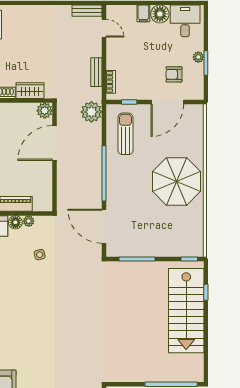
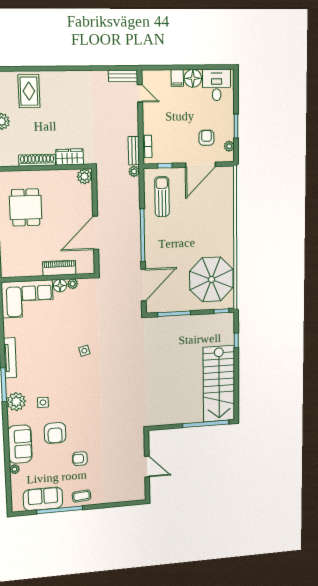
plant: (198, 57) -> (229, 146), moved
bench: (96, 72) -> (134, 151), moved
armchair: (174, 74) -> (206, 138), turned 90
plant: (91, 112) -> (134, 171), width x0.53, depth x0.53
door: (54, 143) -> (96, 233), moved
parasol: (176, 181) -> (211, 279), moved
door: (104, 226) -> (144, 285), swing flipped
side table: (40, 255) -> (84, 351), moved
stairs: (186, 311) -> (219, 384), moved

